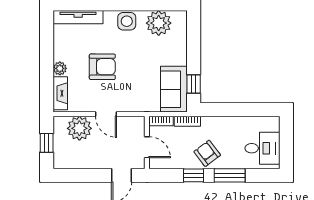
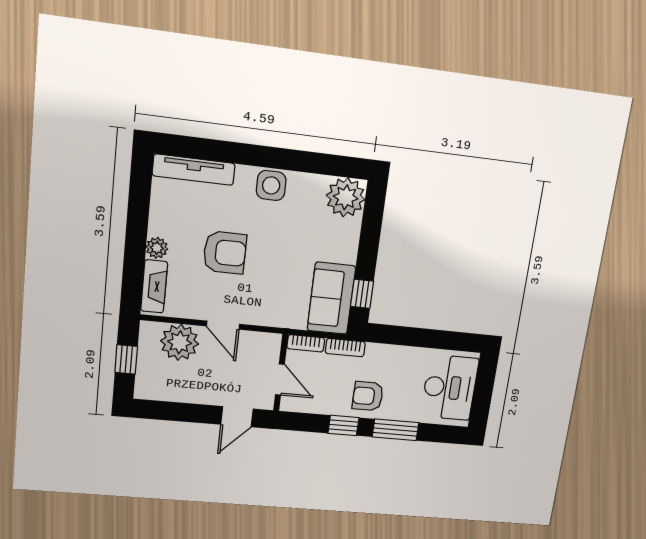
plant: (159, 23) -> (346, 197), moved
desk: (262, 148) -> (450, 388), width x1.37
armchair: (207, 153) -> (368, 396), turned -53

